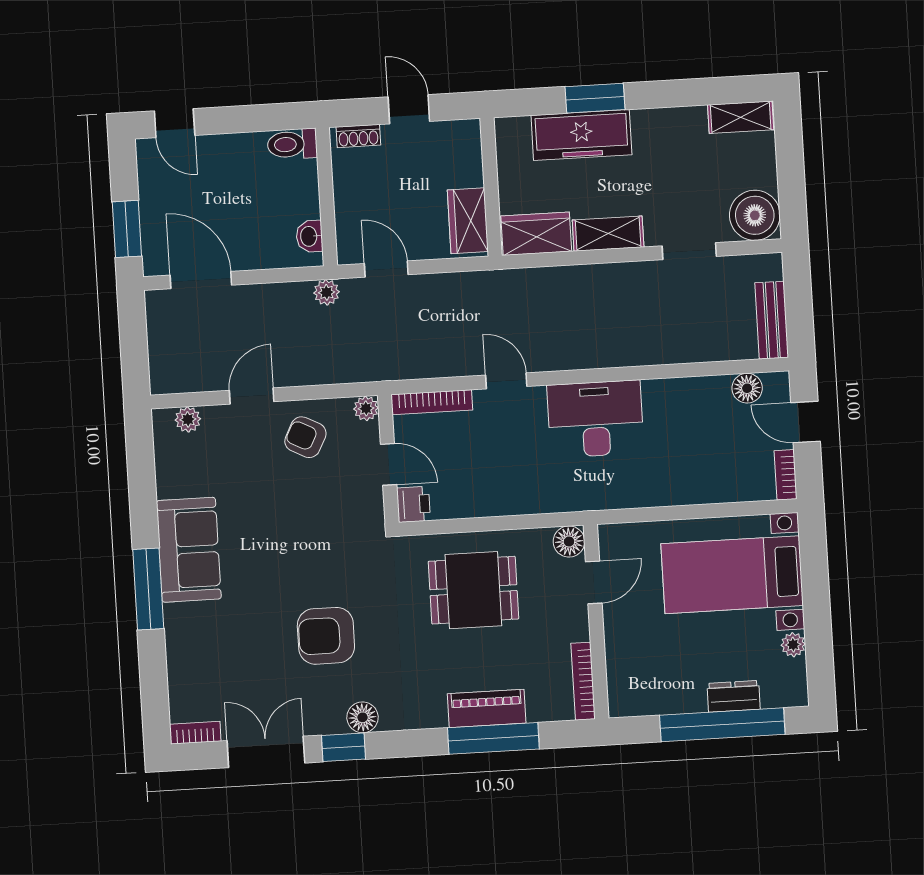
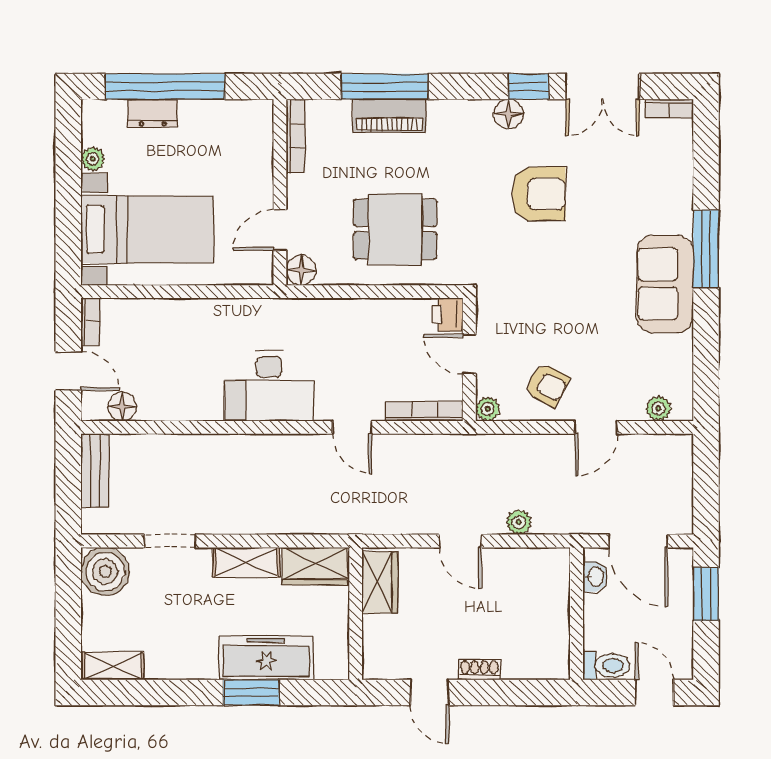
toilet: (292, 144) -> (606, 666), moved
wall: (326, 197) -> (577, 614), moved
washbasin: (309, 236) -> (595, 577), moved

